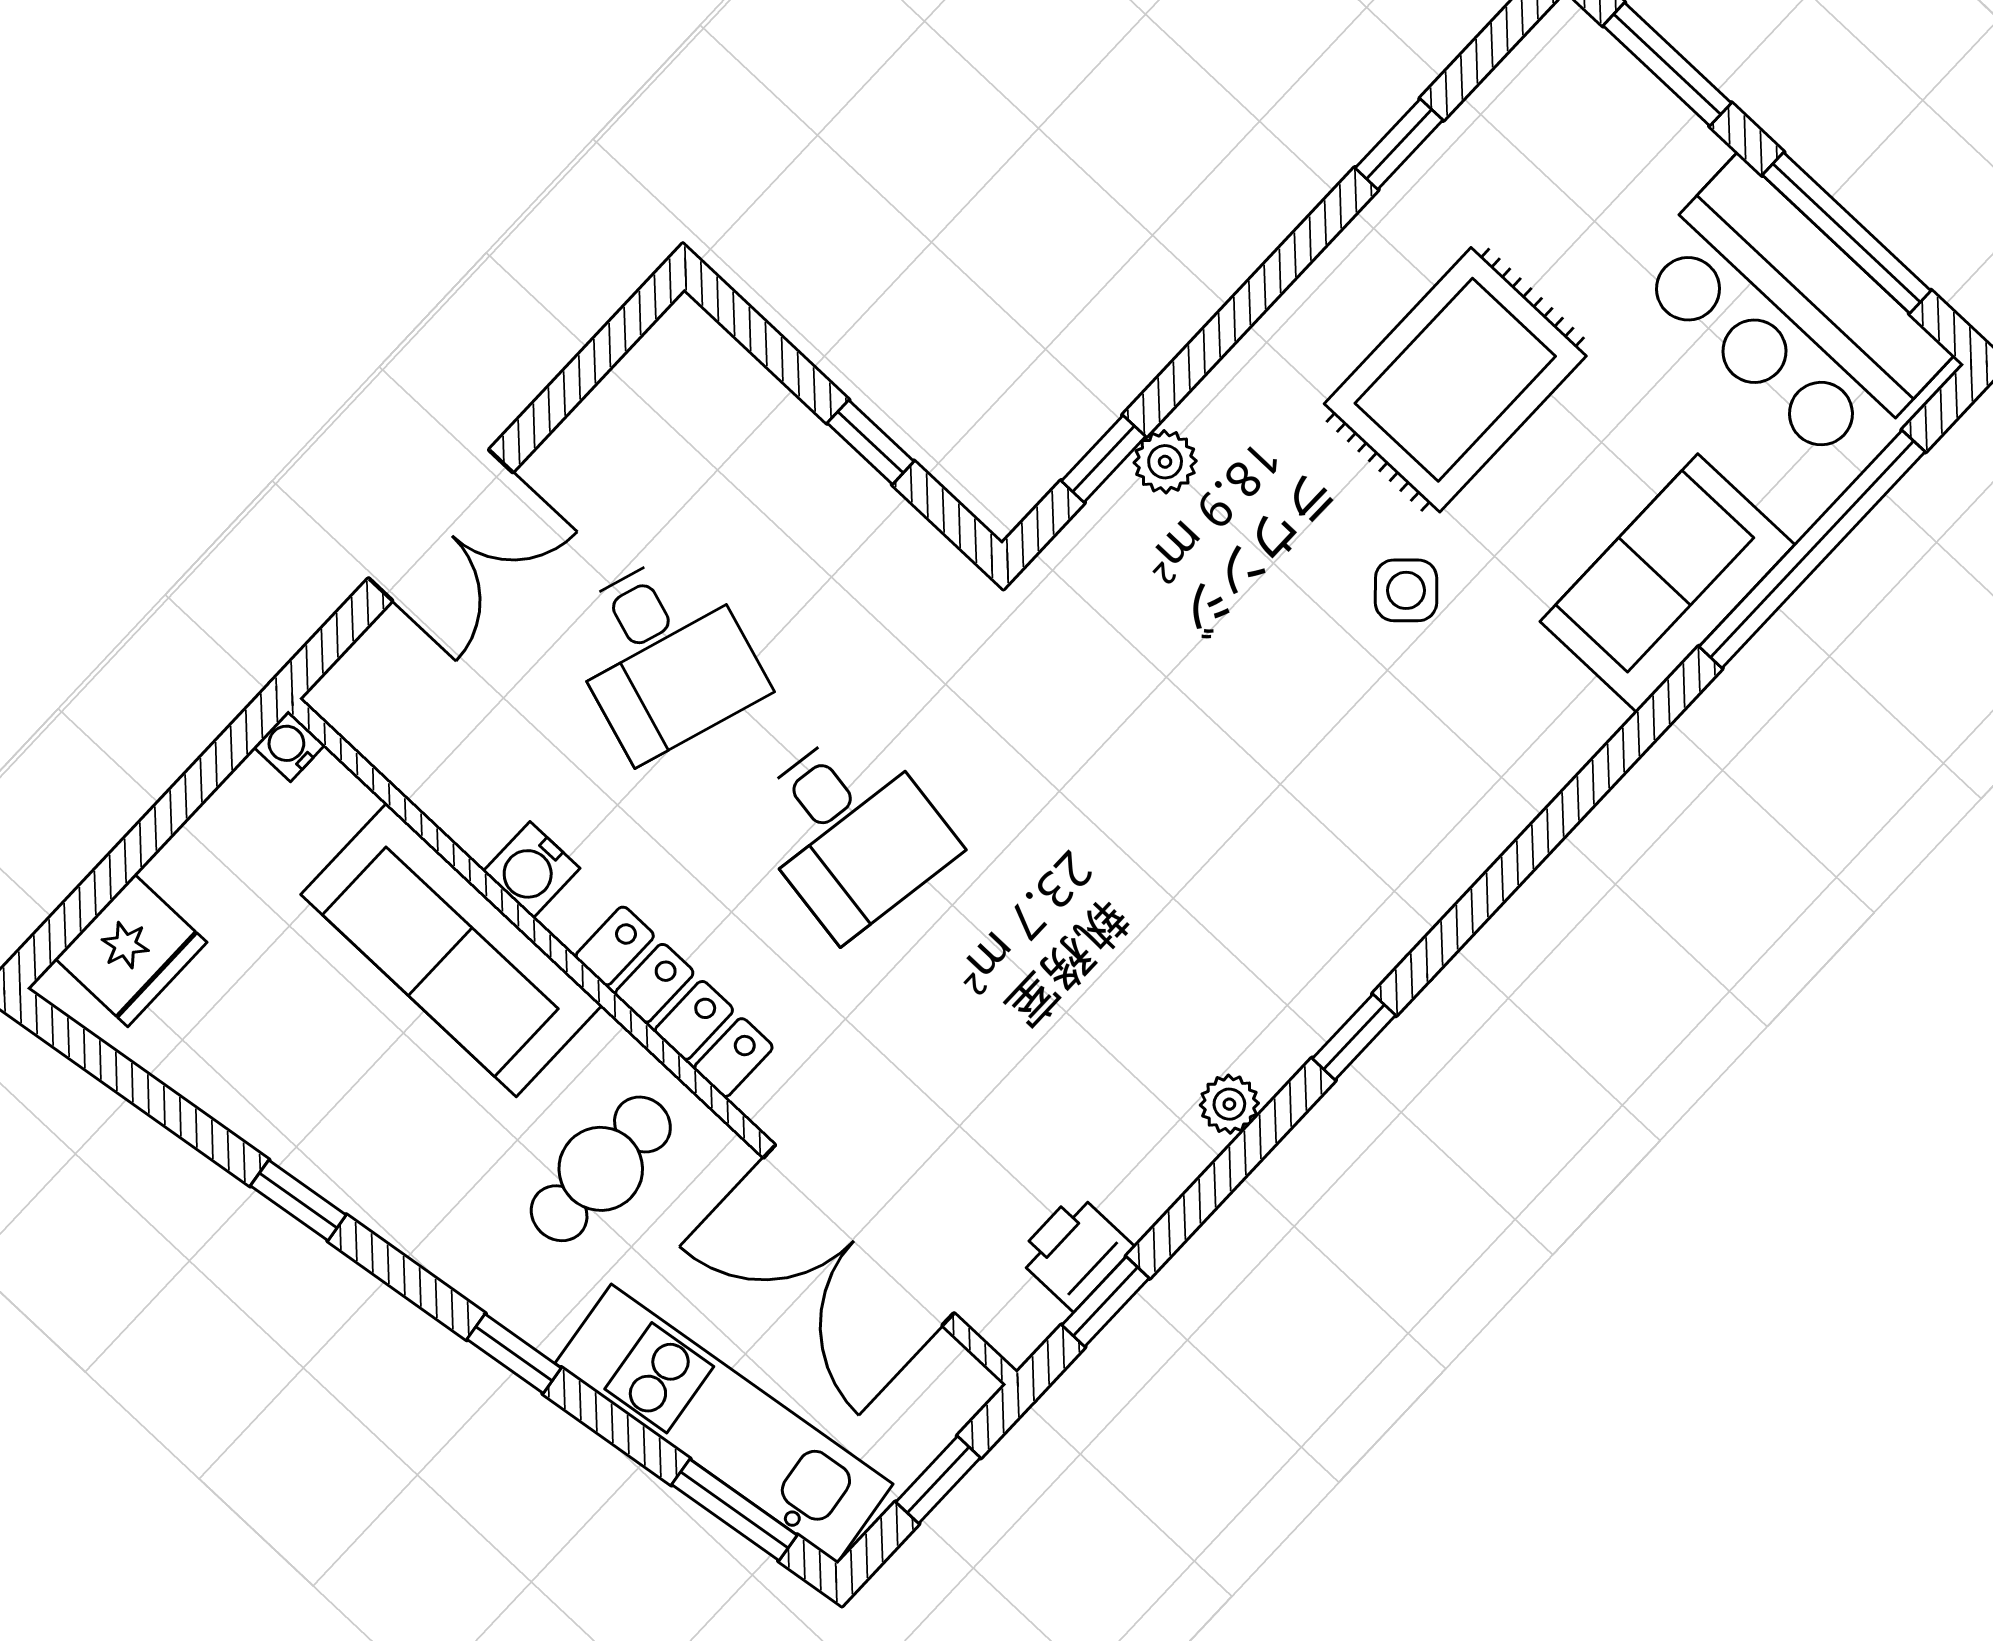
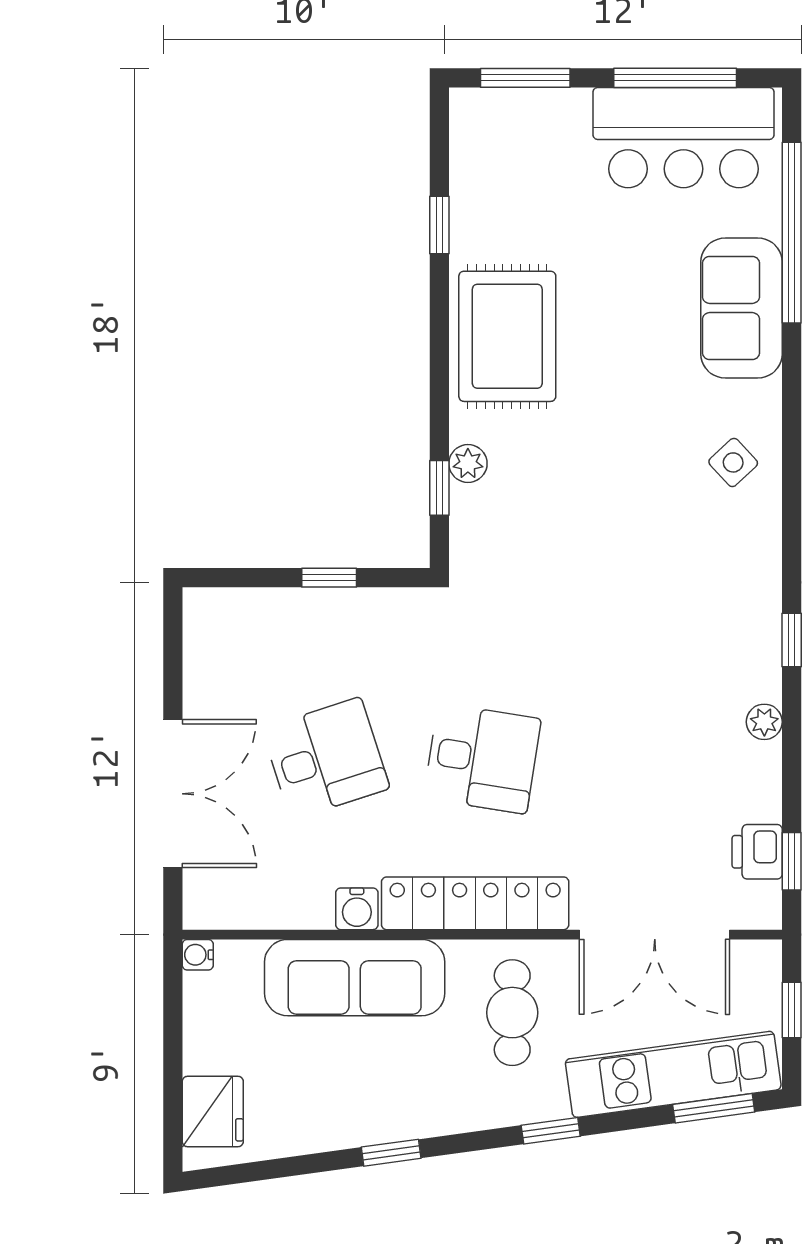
rug: (1455, 380) -> (507, 336), moved
double door: (441, 525) -> (173, 794), width x1.37
side table: (1406, 590) -> (733, 462), moved
desk: (663, 655) -> (326, 758), turned -36
locker: (674, 1002) -> (475, 903), width x1.41, depth x1.21

